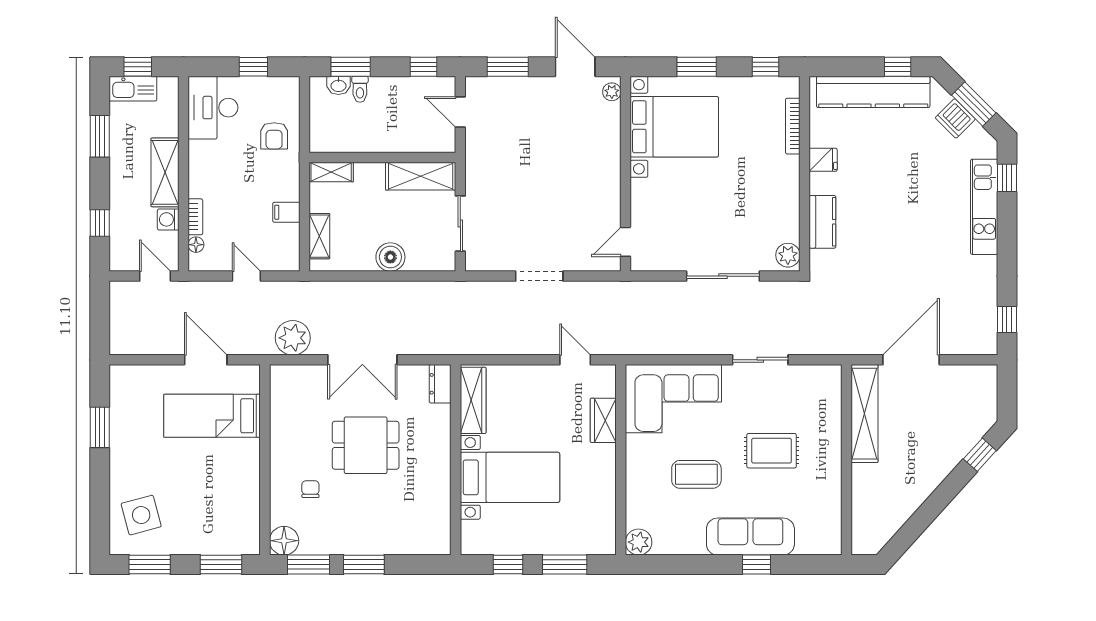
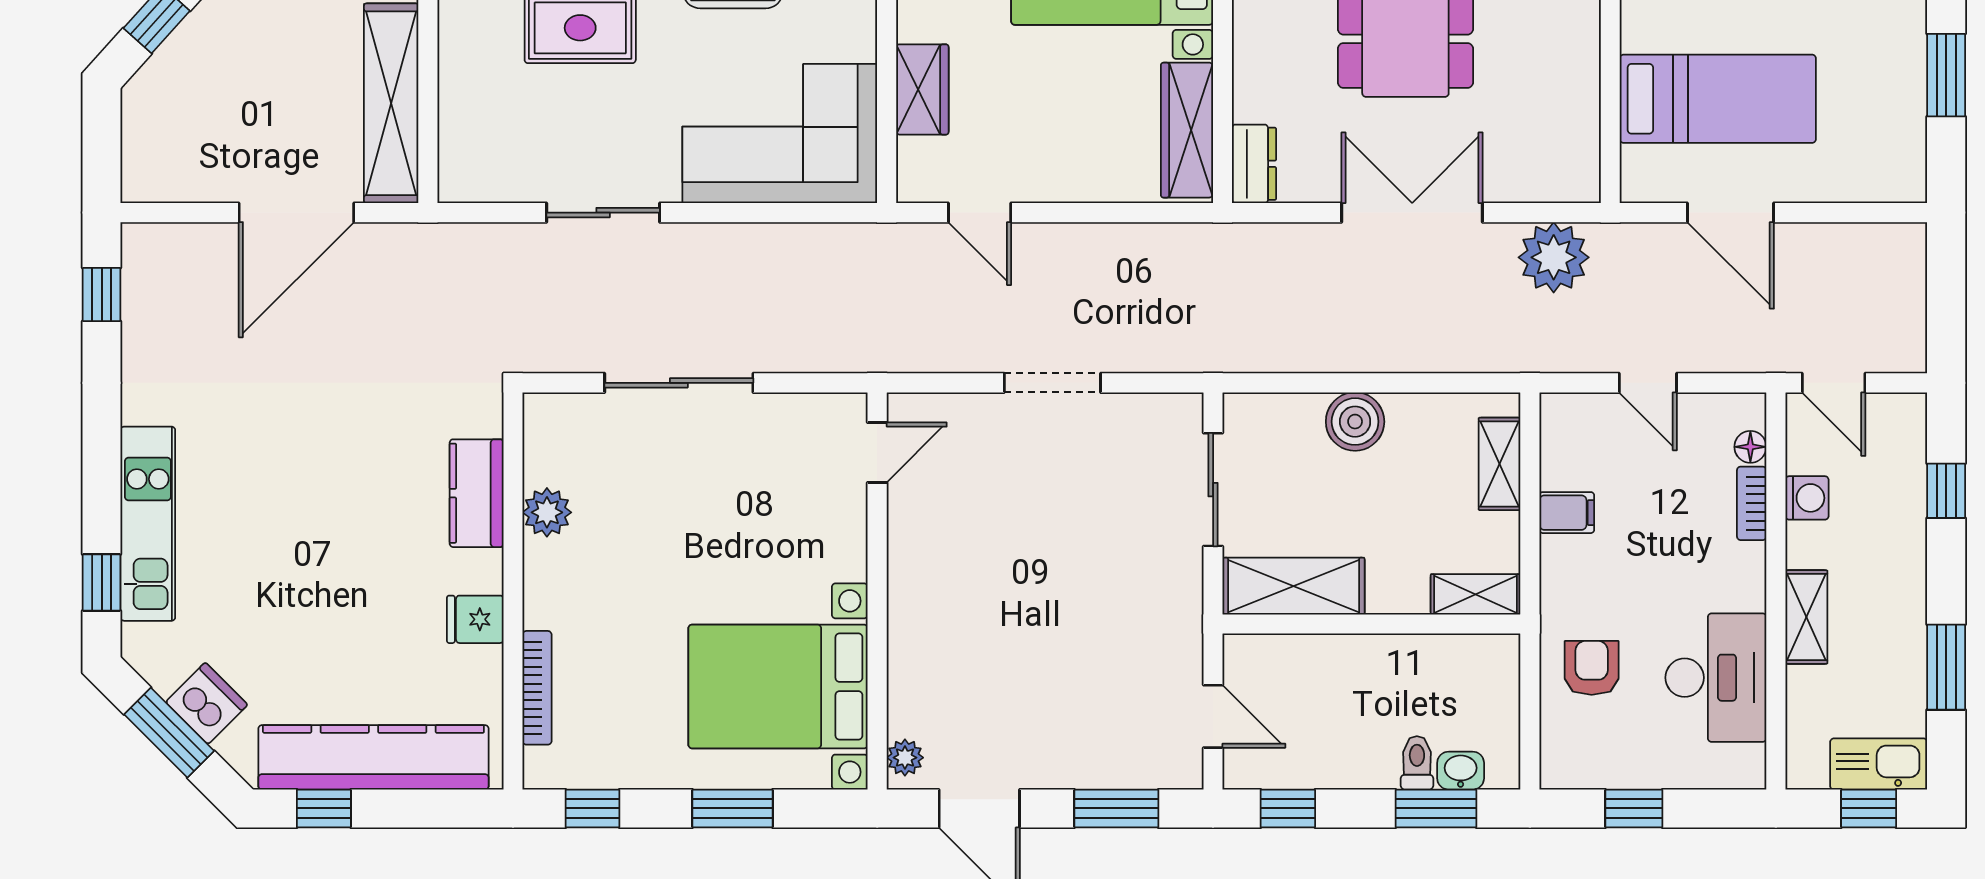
desk: (213, 108) -> (1716, 678), moved
shelving: (165, 172) -> (1806, 617), width x0.67, depth x0.75
plant: (788, 255) -> (547, 512), moved

